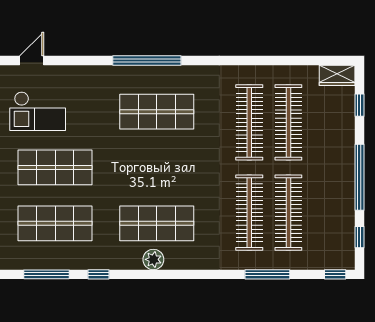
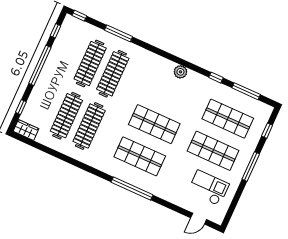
shop shelf: (157, 223) -> (154, 124), moved

